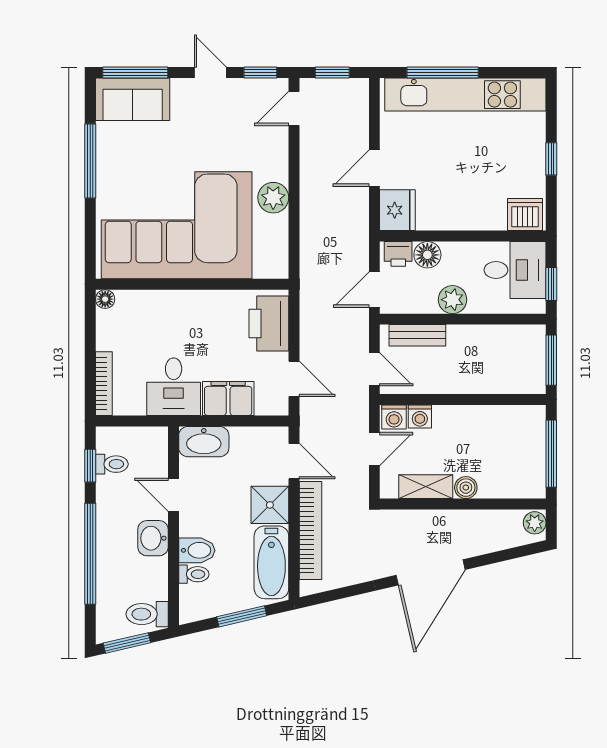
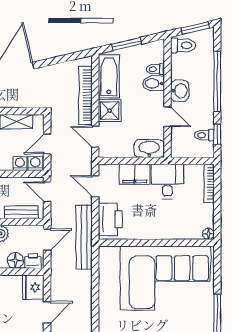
plant: (273, 198) -> (108, 295), removed
bench: (313, 294) -> (84, 237), added

